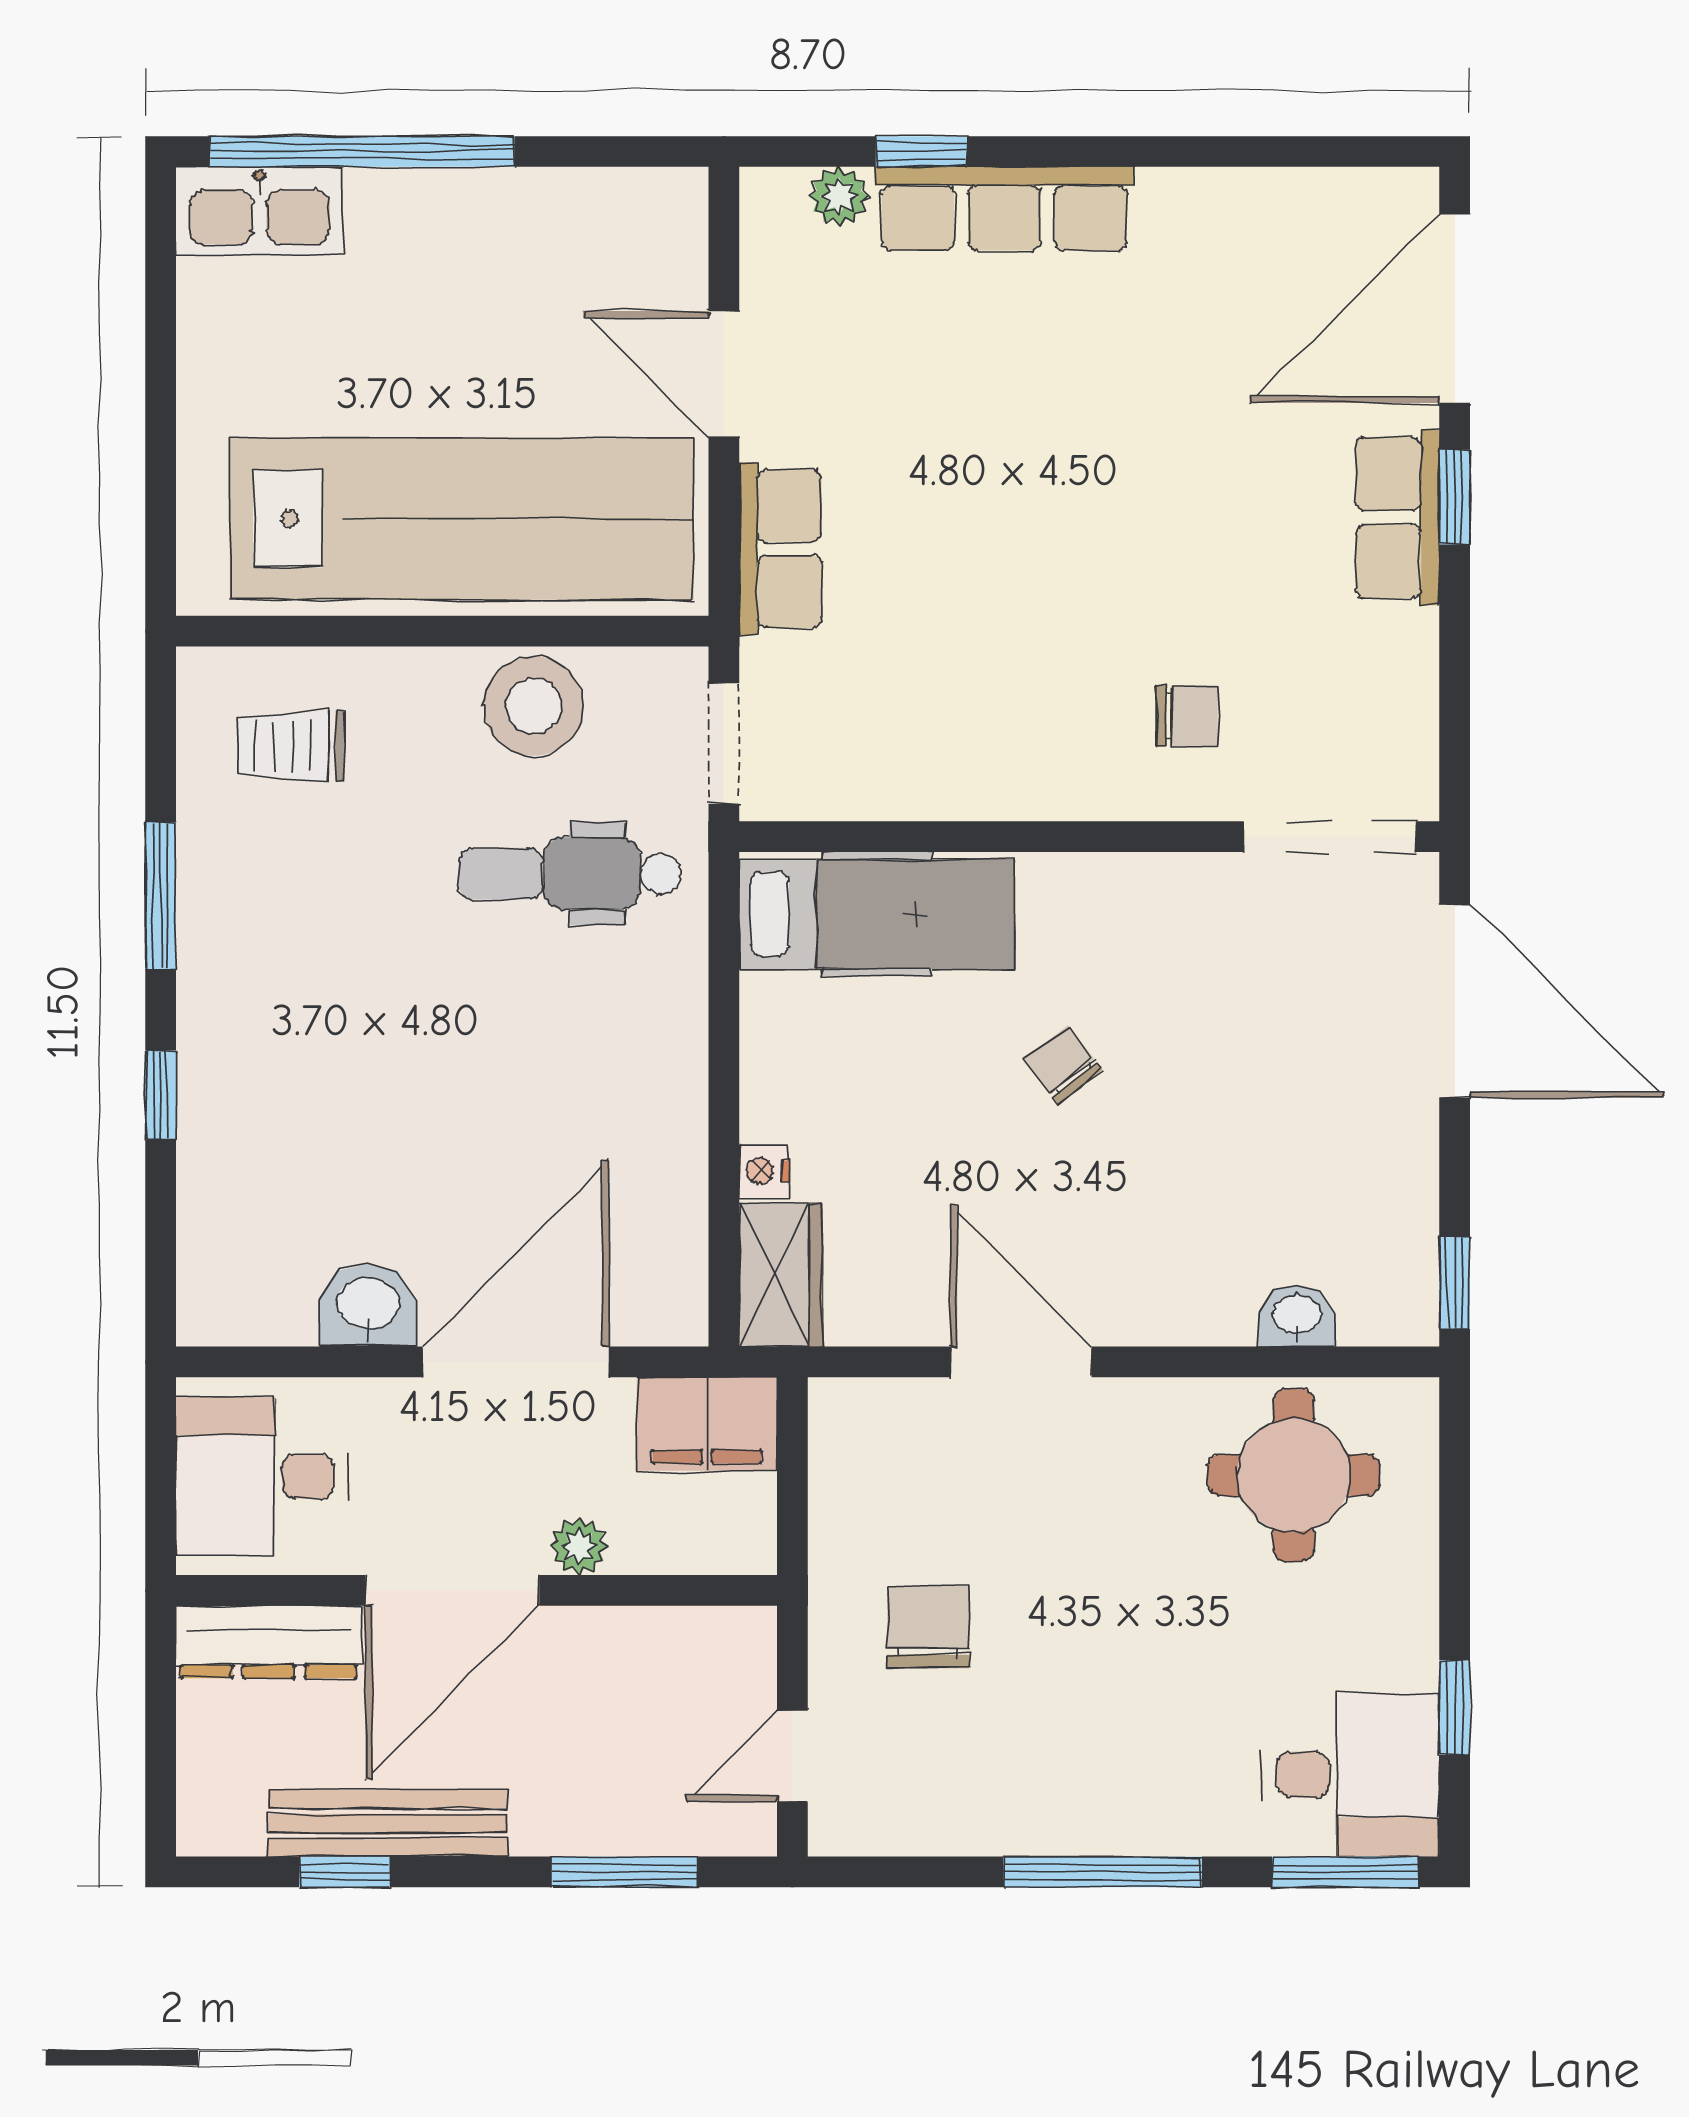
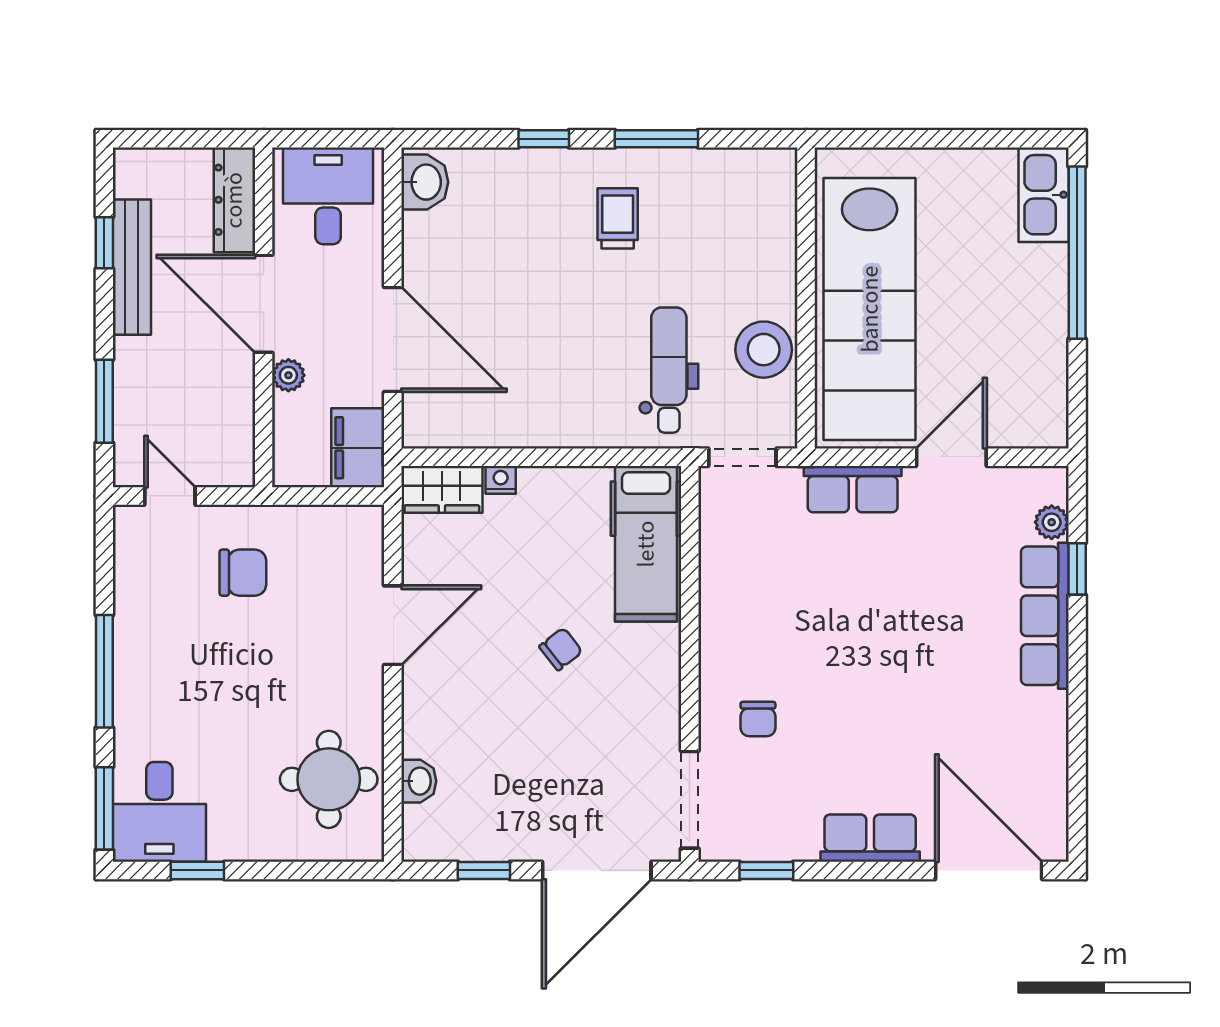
window: (1455, 497) -> (766, 870), moved
trolley: (291, 746) -> (618, 218), moved
window: (1455, 1283) -> (484, 870), moved
washbasin: (368, 1305) -> (425, 182), moved

